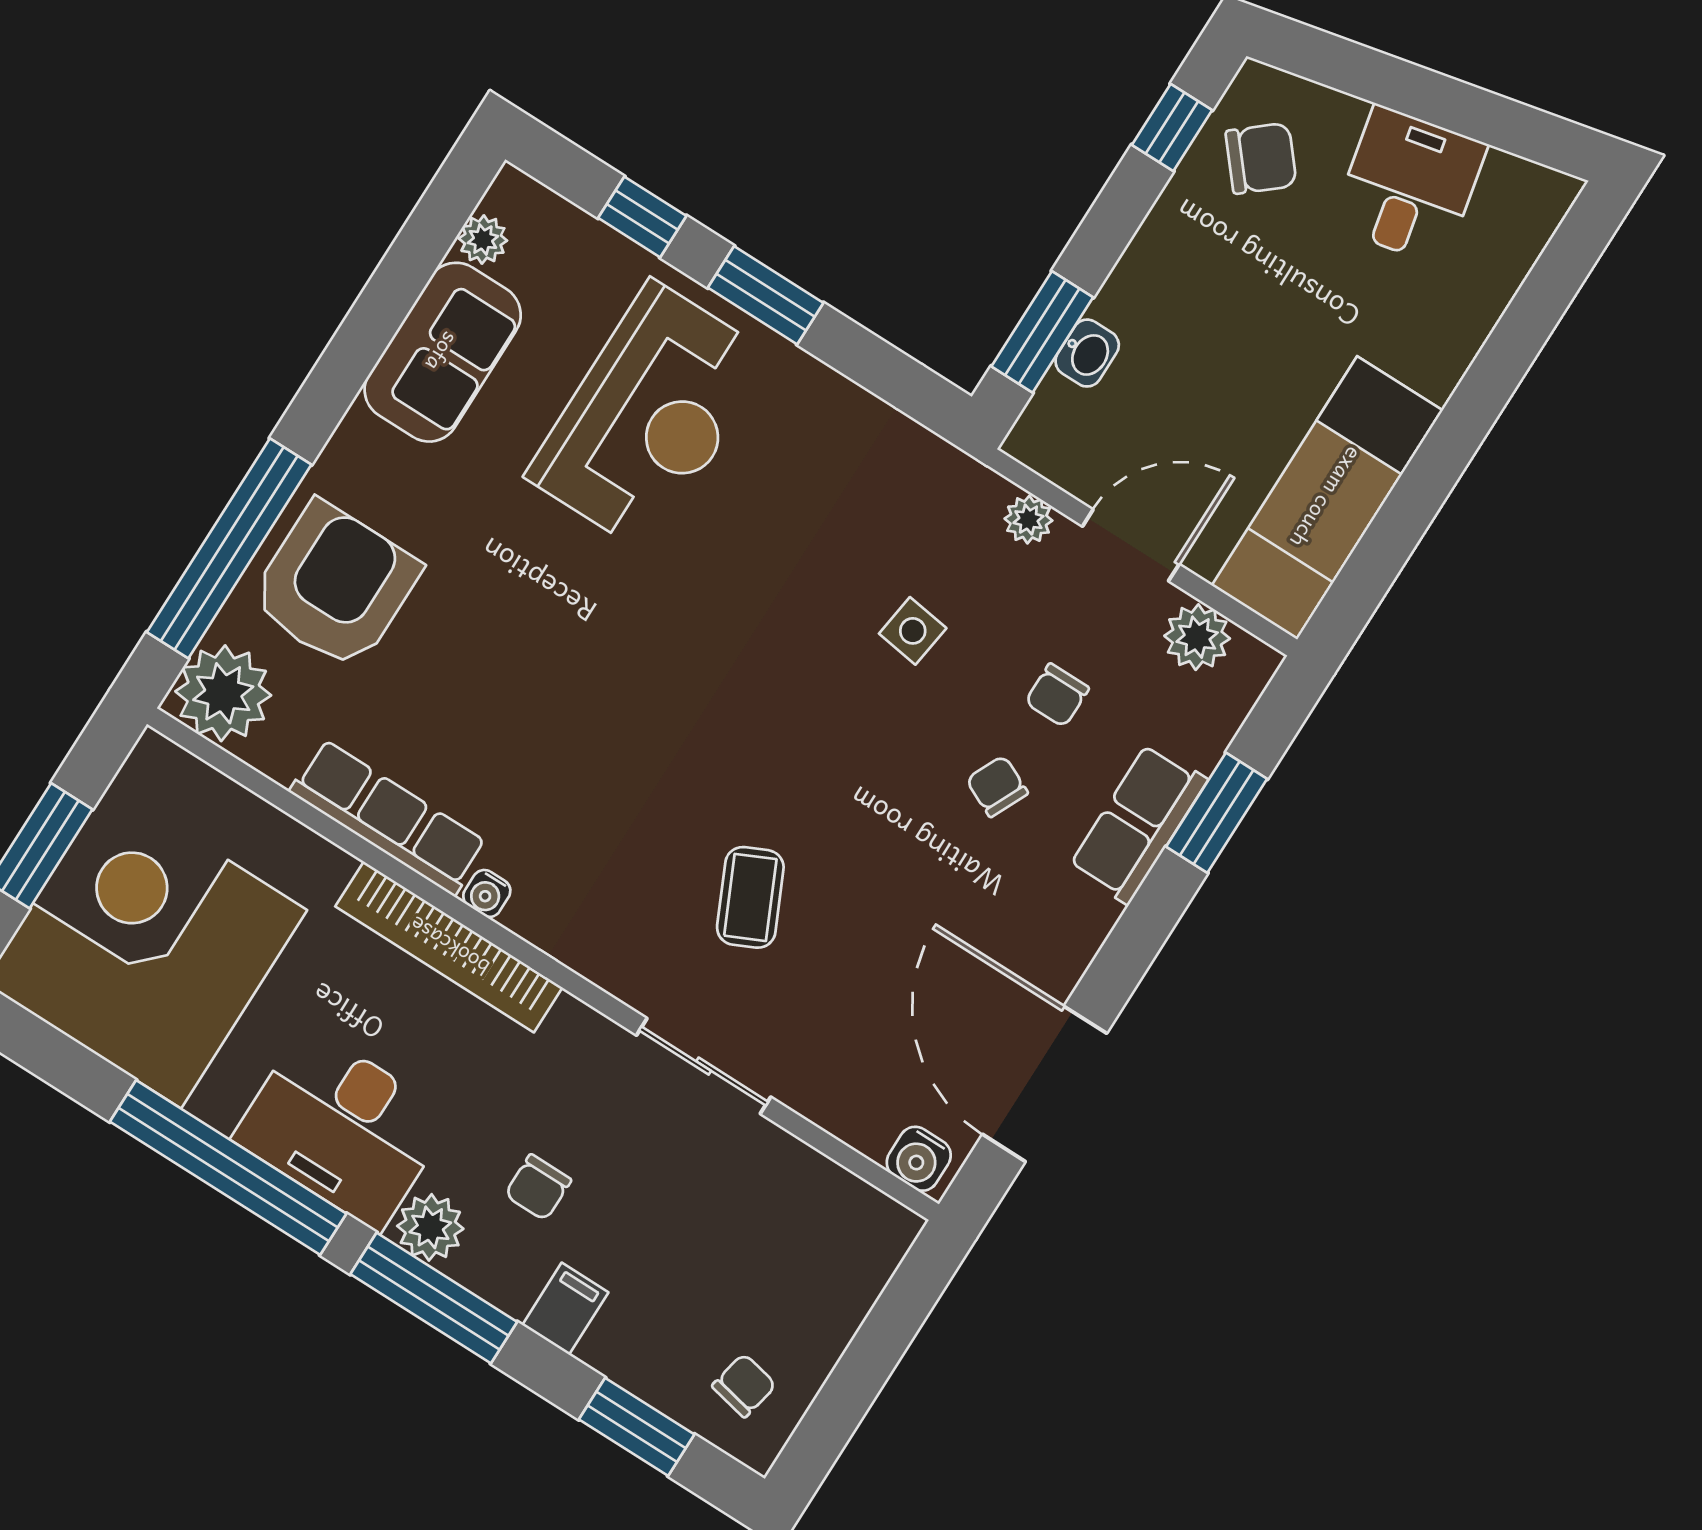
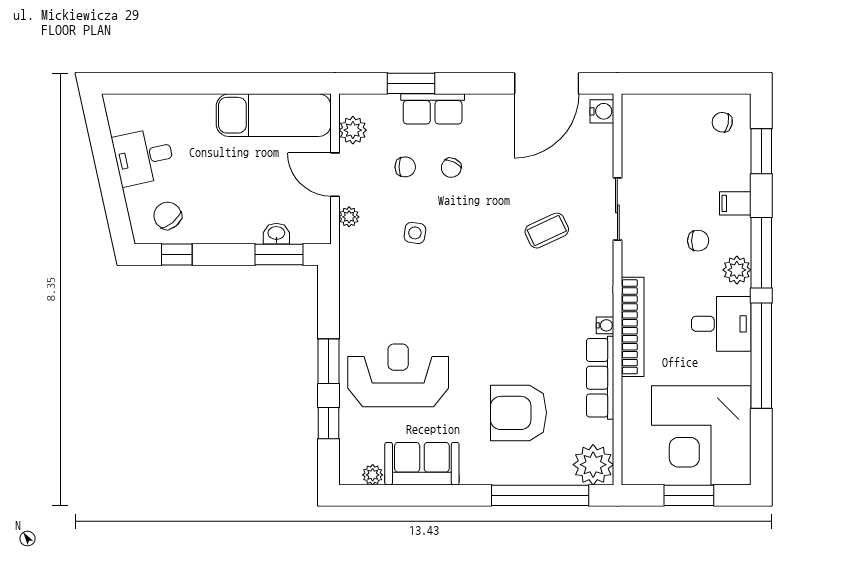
armchair: (335, 586) -> (519, 413), moved
desk: (342, 1128) -> (721, 324), width x0.73

